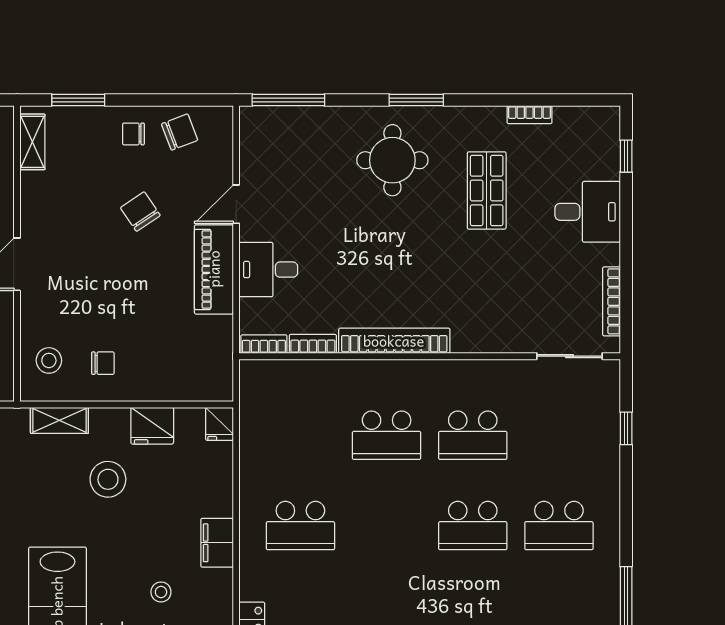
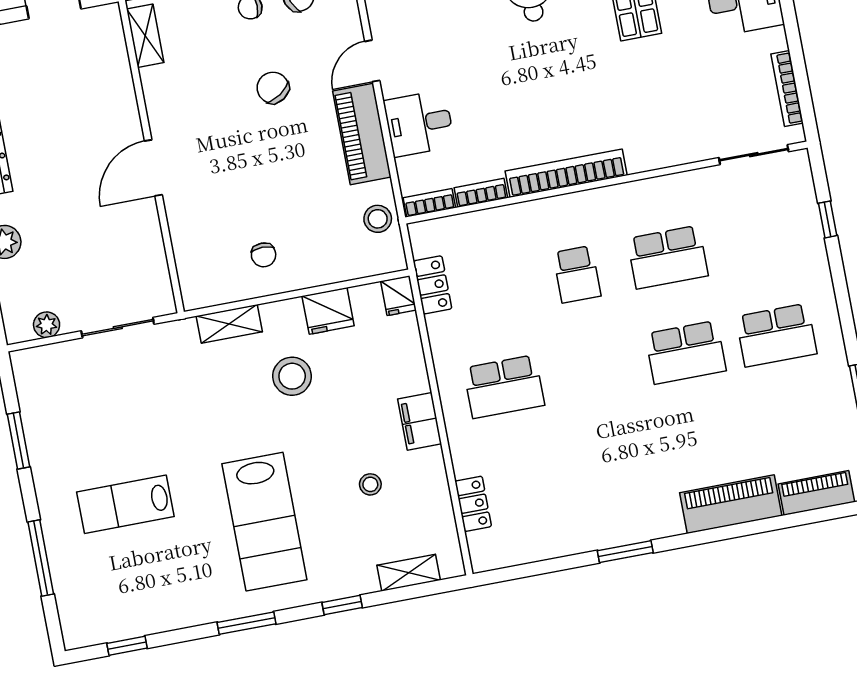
stool: (49, 360) -> (378, 219), moved
chair: (103, 363) -> (264, 255), turned 90
locker: (252, 420) -> (433, 285), added
school desk: (387, 435) -> (577, 274), width x0.54

